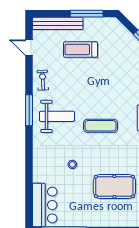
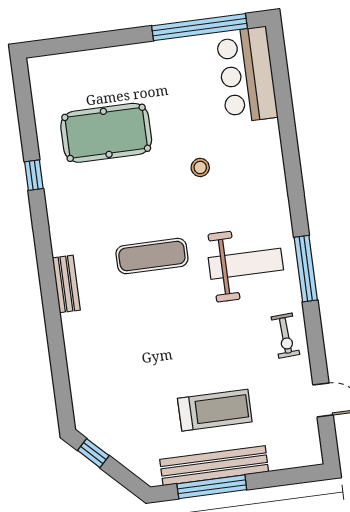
bench: (58, 23) -> (214, 466), moved
weight bench: (57, 116) -> (246, 264), turned 180

